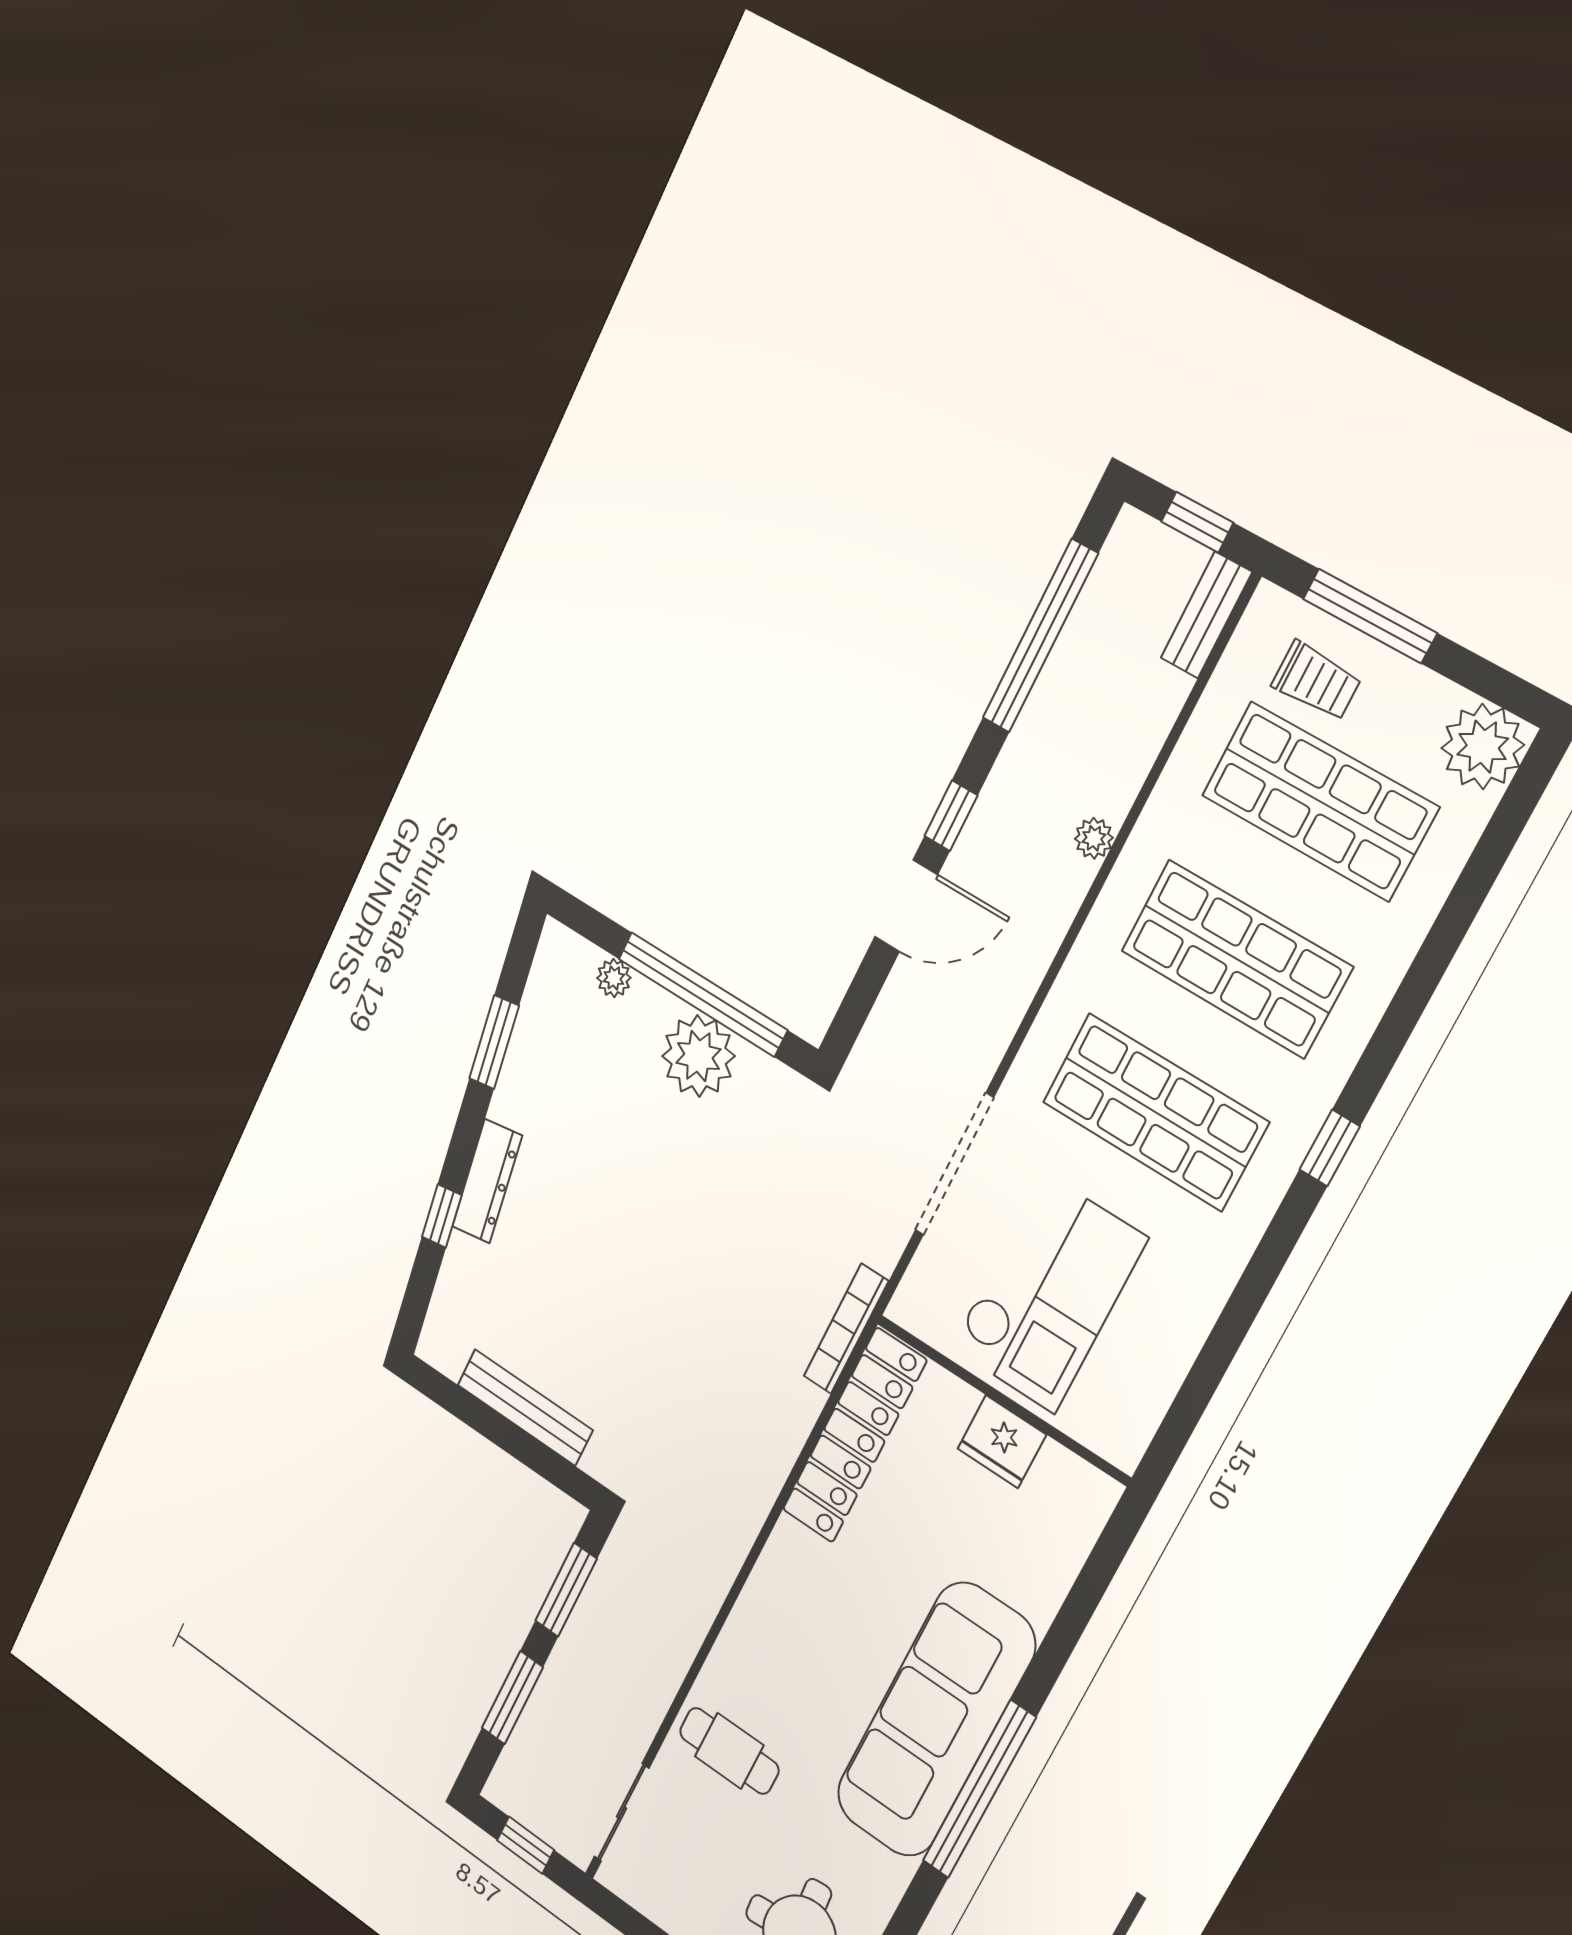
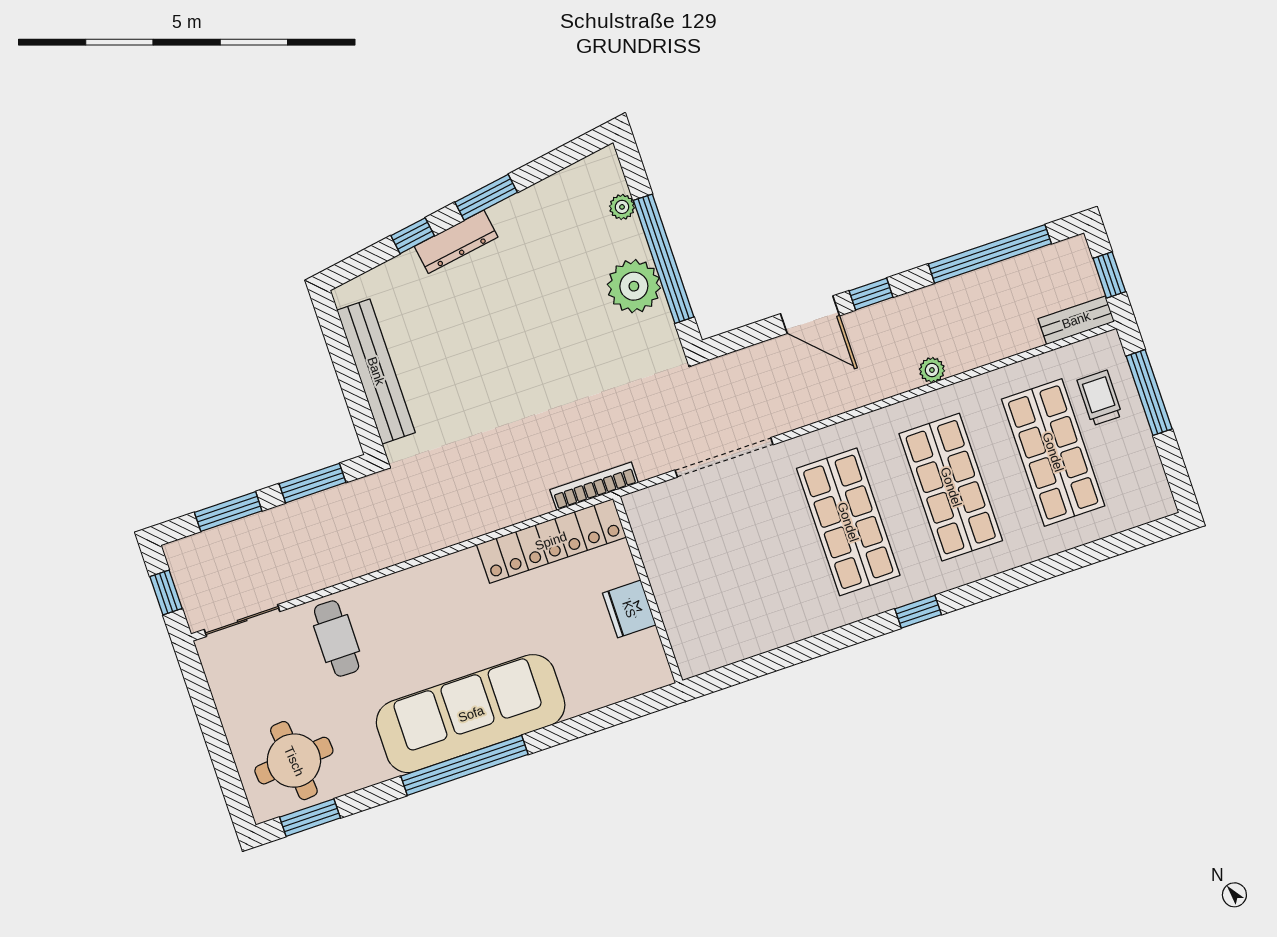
trolley: (1316, 681) -> (1100, 398), turned 180
plant: (1483, 747) -> (1147, 497), removed
window: (494, 1042) -> (486, 197), moved
checkout: (1048, 1293) -> (718, 559), removed
bench: (525, 1407) -> (376, 371), width x1.37, depth x1.21

